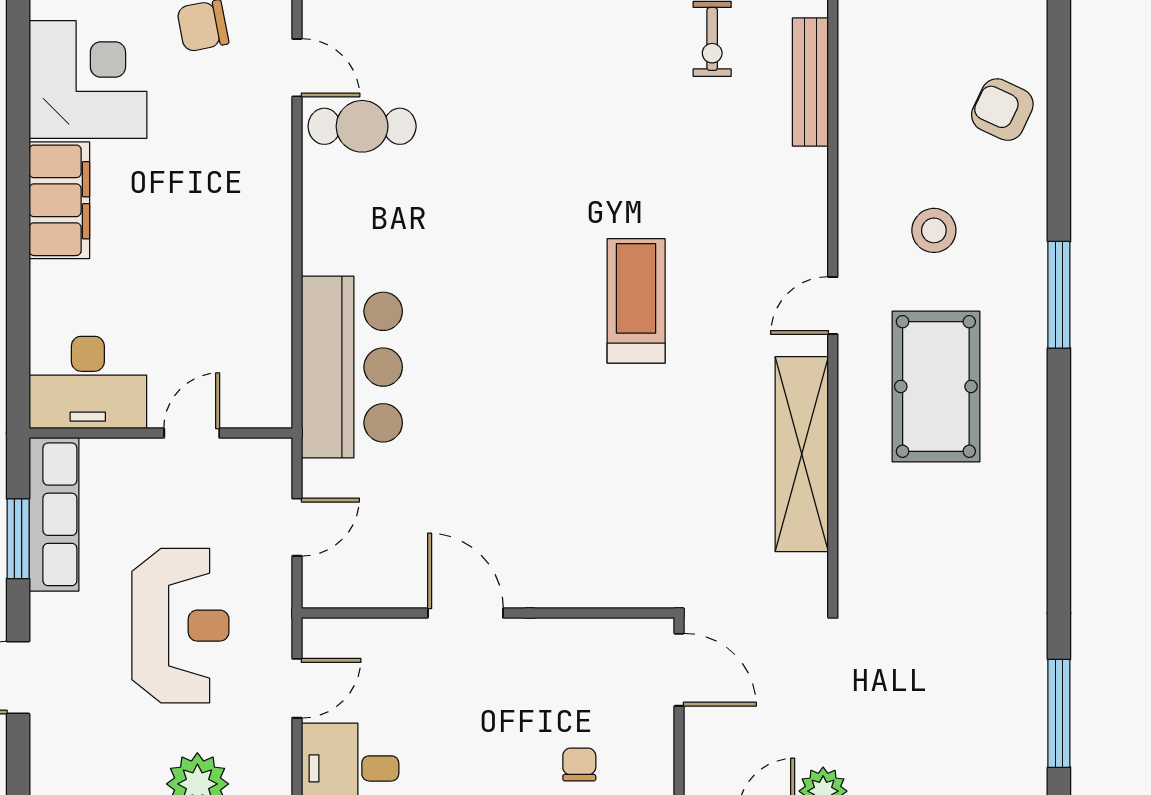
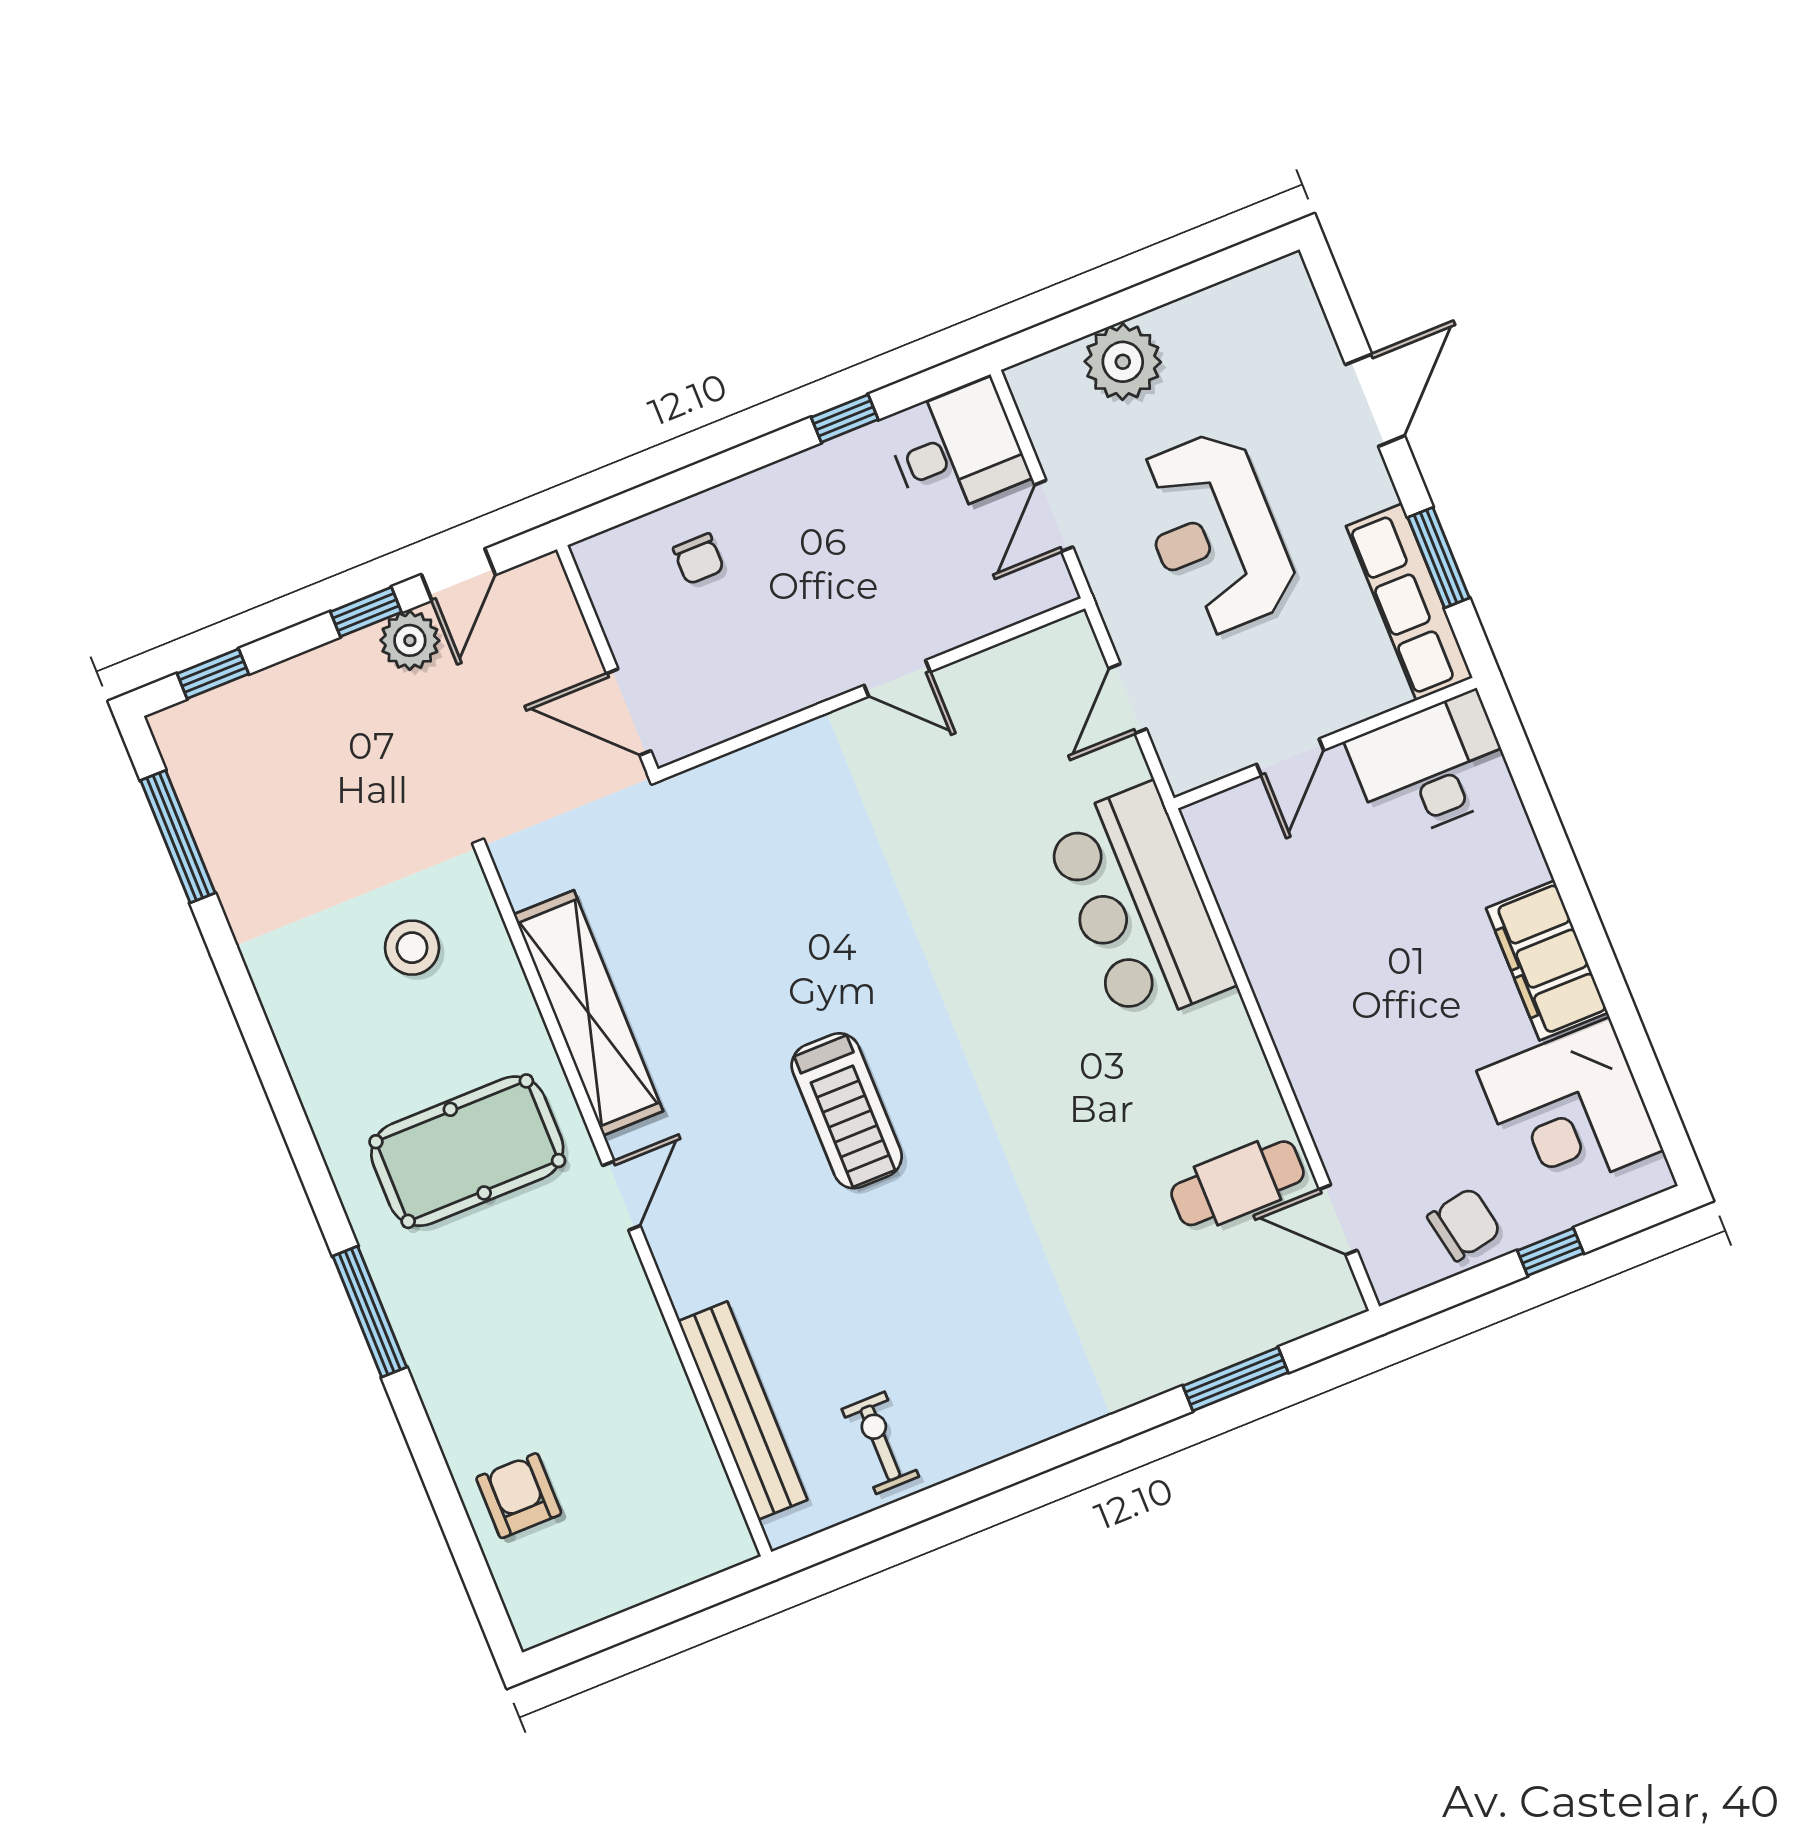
bench: (810, 82) -> (743, 1411), width x1.37, depth x1.21
armchair: (1002, 110) -> (519, 1496), turned -115
stool: (934, 230) -> (412, 948), moved
pool table: (936, 386) -> (467, 1151), turned 90
door: (465, 613) -> (897, 678), width x0.73

